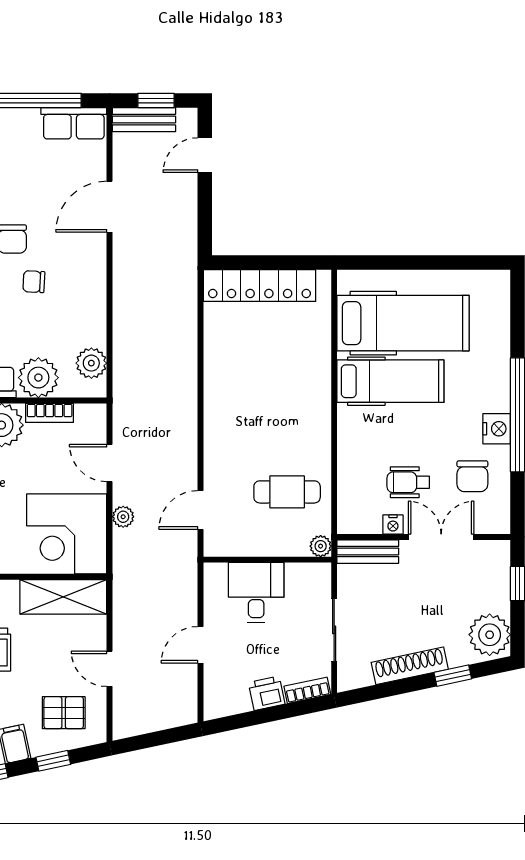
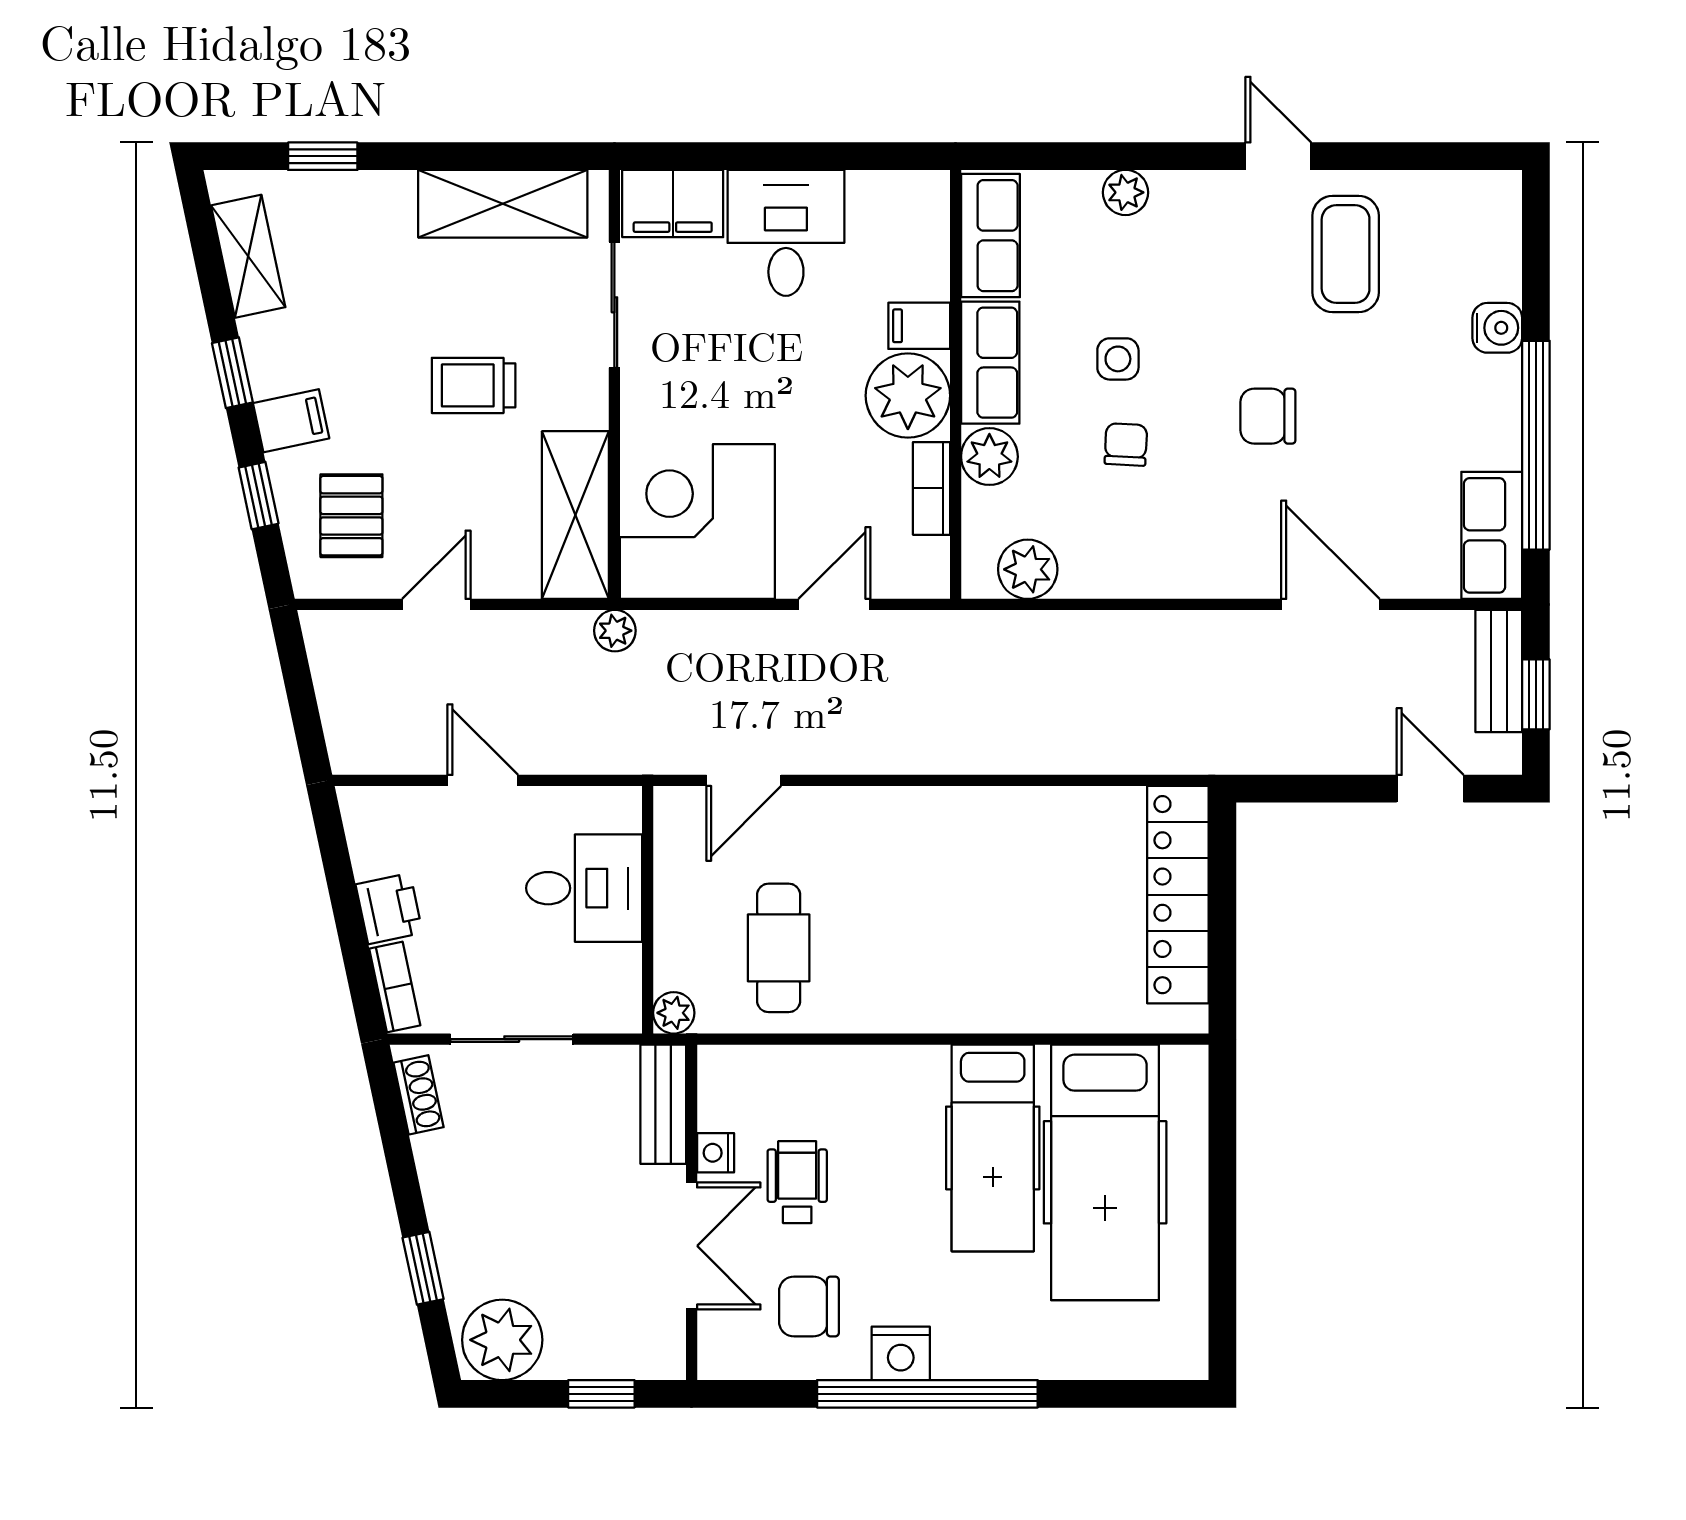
chair: (34, 282) -> (1126, 445), moved
plant: (38, 378) -> (989, 457), width x0.73, depth x0.73
door: (201, 510) -> (744, 780), swing flipped
plant: (123, 517) -> (615, 631), moved
shoe rack: (410, 666) -> (419, 1095), moved, width x0.51, depth x0.81

